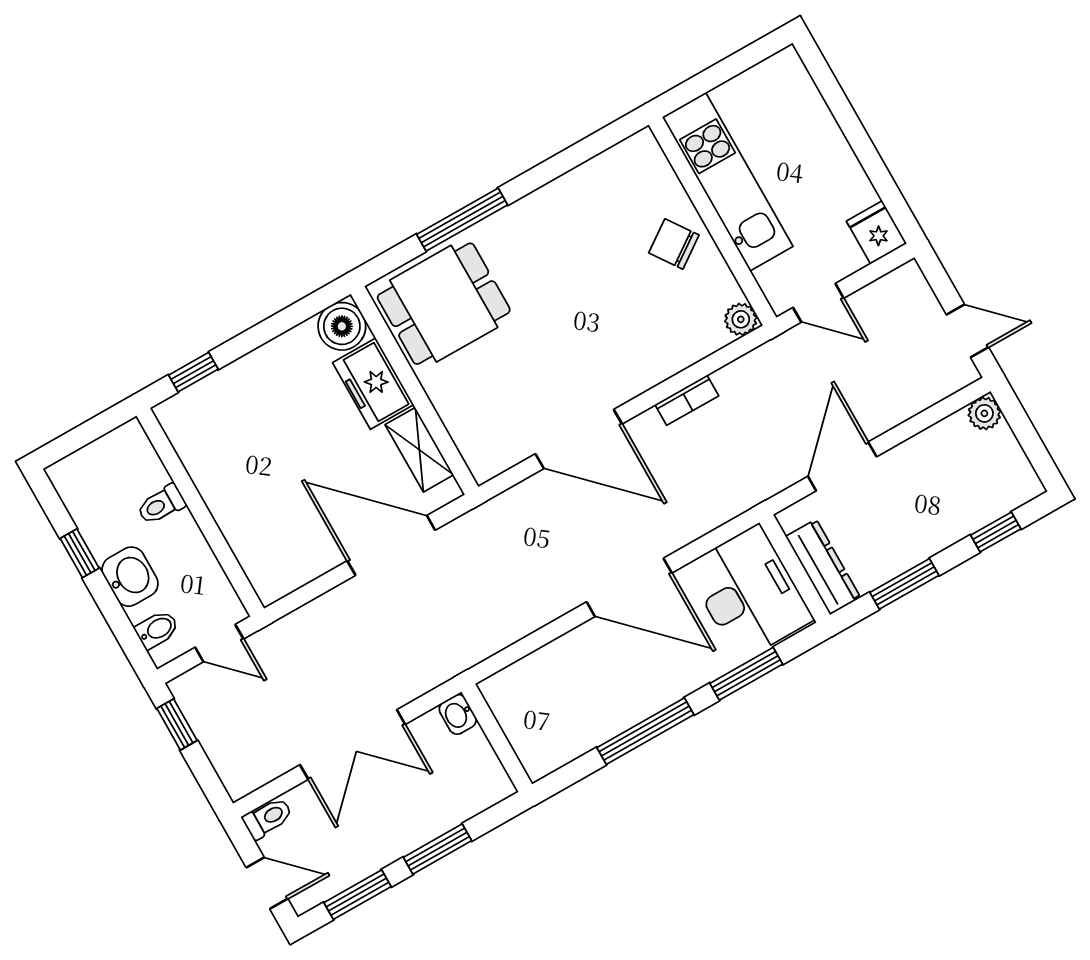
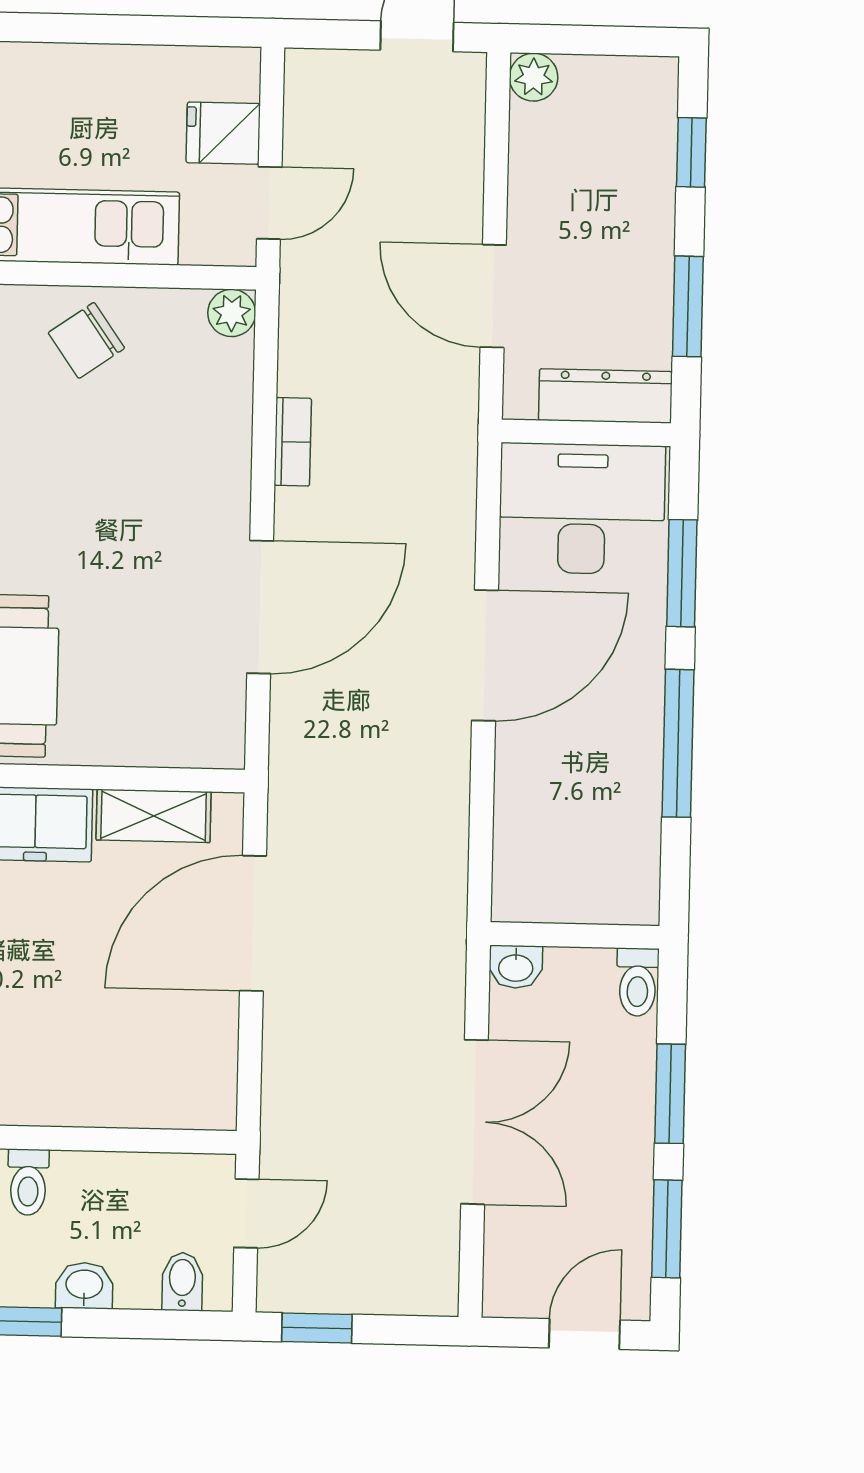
fridge: (877, 232) -> (223, 133), moved
washbasin: (130, 577) -> (84, 1286), width x0.72, depth x0.69
toilet: (268, 818) -> (638, 982), moved, turned 180

